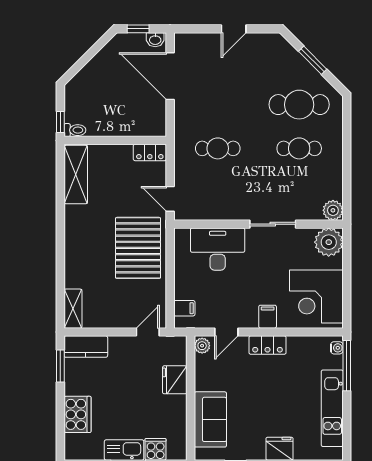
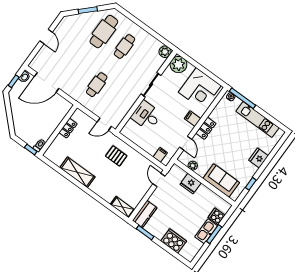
locker: (150, 152) -> (68, 128), moved
shelving: (76, 175) -> (77, 172), moved
pallet: (138, 248) -> (116, 156), width x0.49, depth x0.50
desk: (218, 249) -> (146, 116), width x0.73
plant: (202, 346) -> (193, 166), moved

